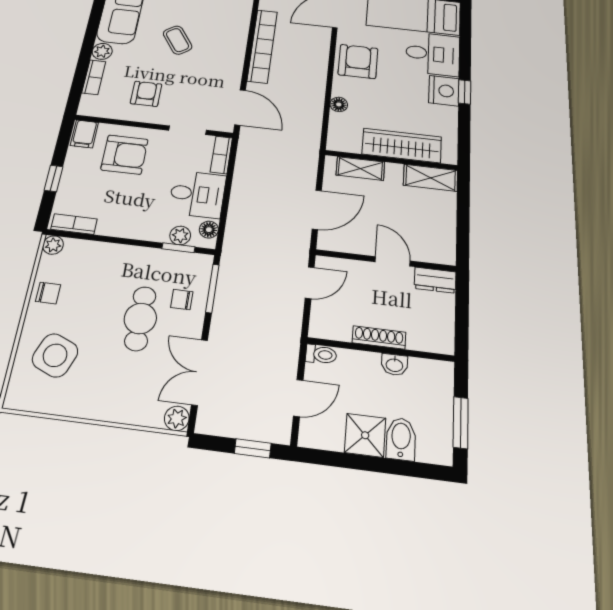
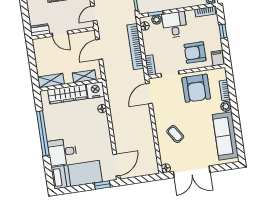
coffee table: (178, 40) -> (175, 134), moved
bookcase: (262, 46) -> (135, 47), moved
armchair: (358, 61) -> (98, 137), removed
nightstand: (444, 91) -> (95, 90), moved, turned 90
window: (465, 92) -> (43, 133), width x3.17
armchair: (146, 94) -> (196, 88), width x1.88, depth x1.88
door: (240, 107) -> (149, 93), hinge flipped
desk: (197, 194) -> (175, 25), moved, turned 90

